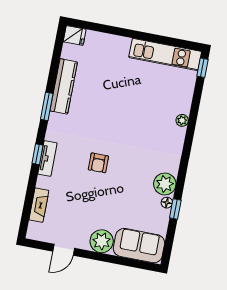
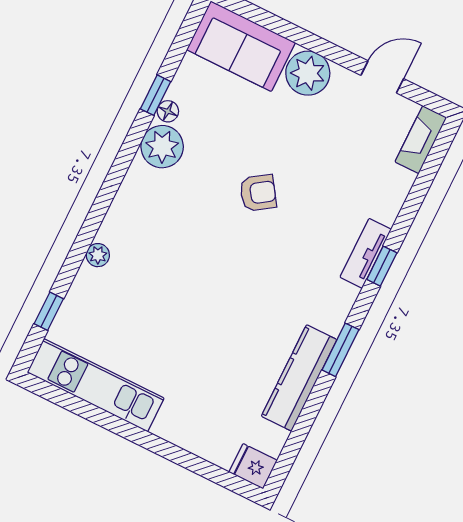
window: (202, 68) -> (49, 311), moved
armchair: (98, 163) -> (258, 193), moved, turned 56
fireplace: (39, 205) -> (421, 140), moved

